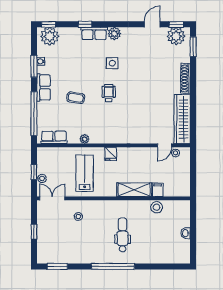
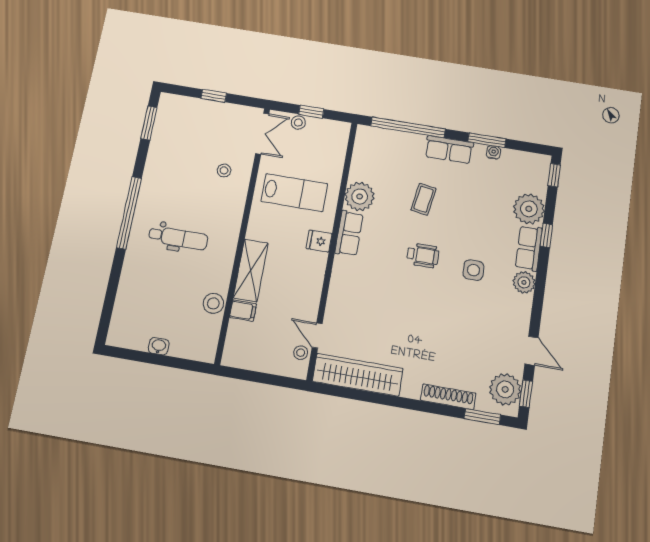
plant: (50, 36) -> (529, 209), moved
shoe rack: (186, 78) -> (448, 397), moved
row of seats: (54, 137) -> (349, 233), moved
plant: (84, 139) -> (360, 196), width x1.88, depth x1.88

